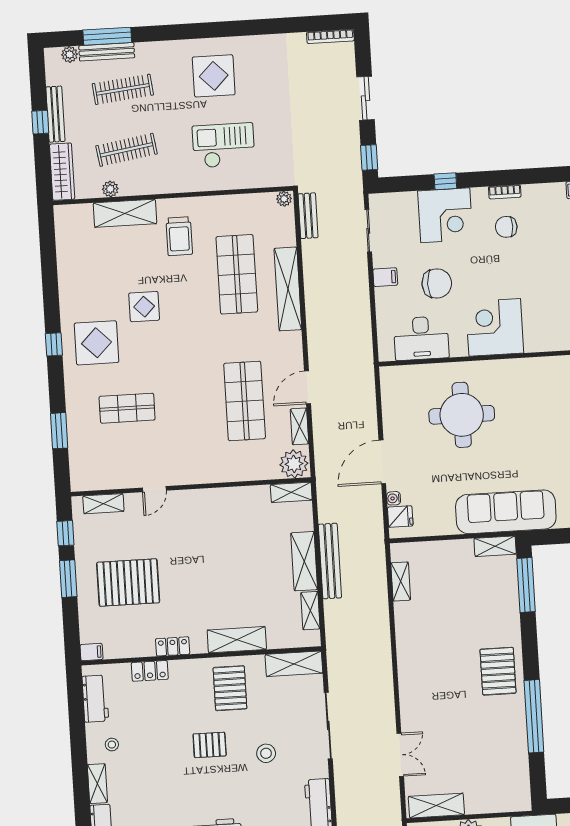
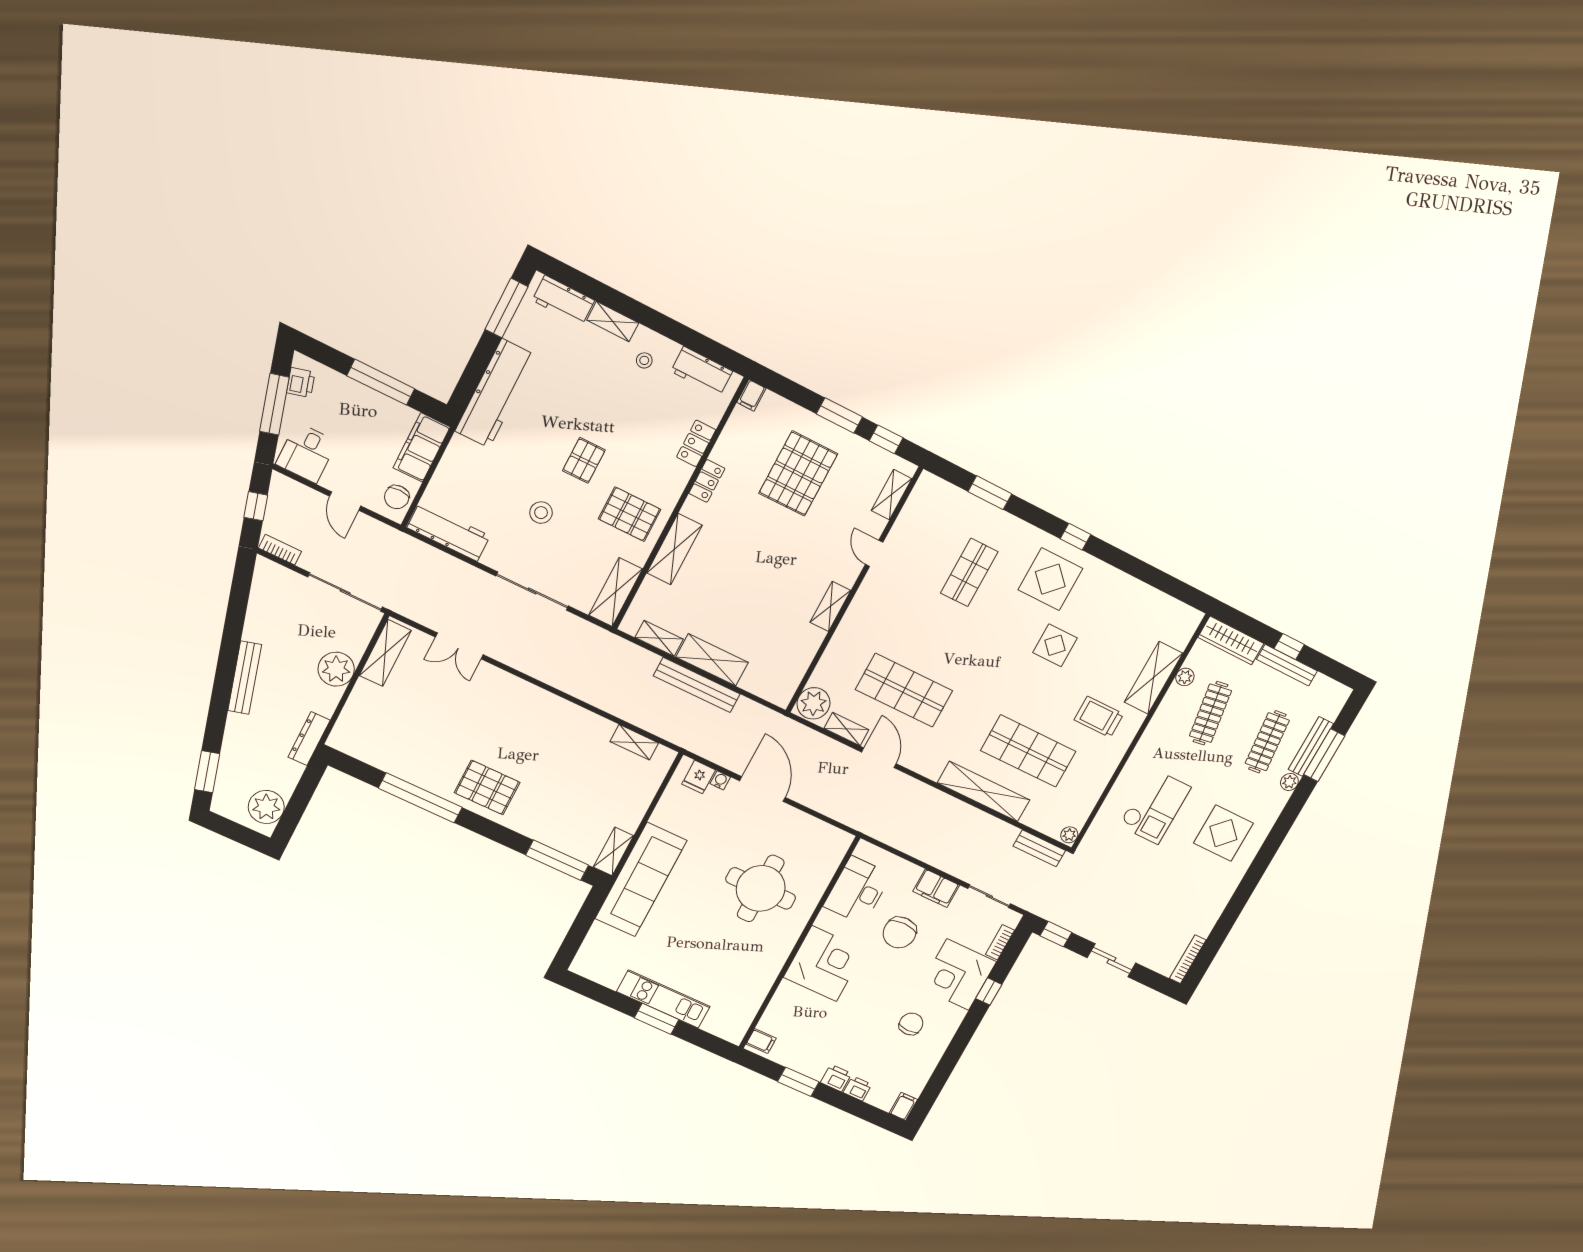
plant: (70, 54) -> (1289, 782), moved
bookcase: (505, 192) -> (1000, 942), moved
filing cabinet: (385, 277) -> (936, 888), width x2.00
shelving: (291, 492) -> (830, 606), moved

